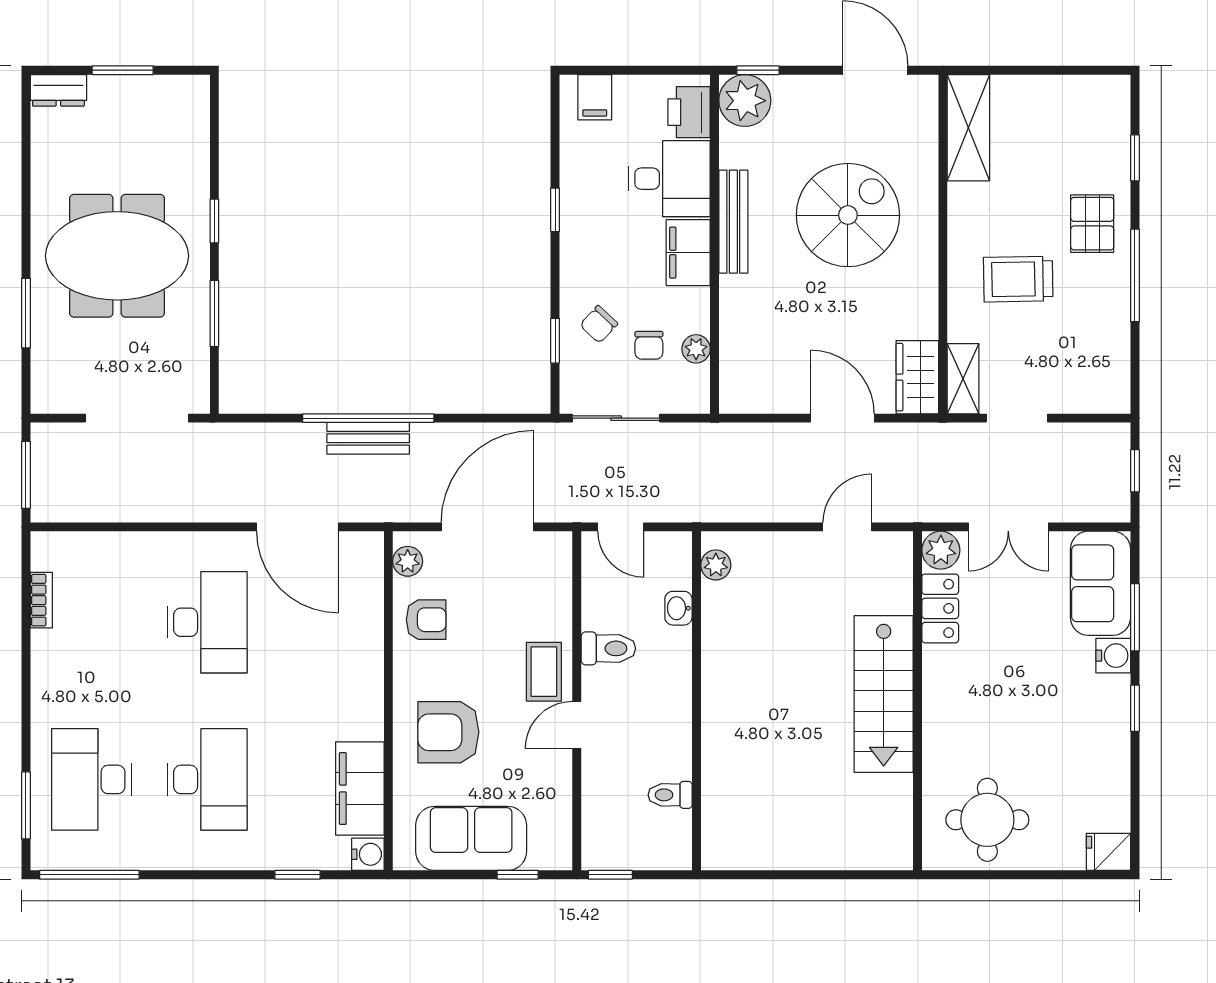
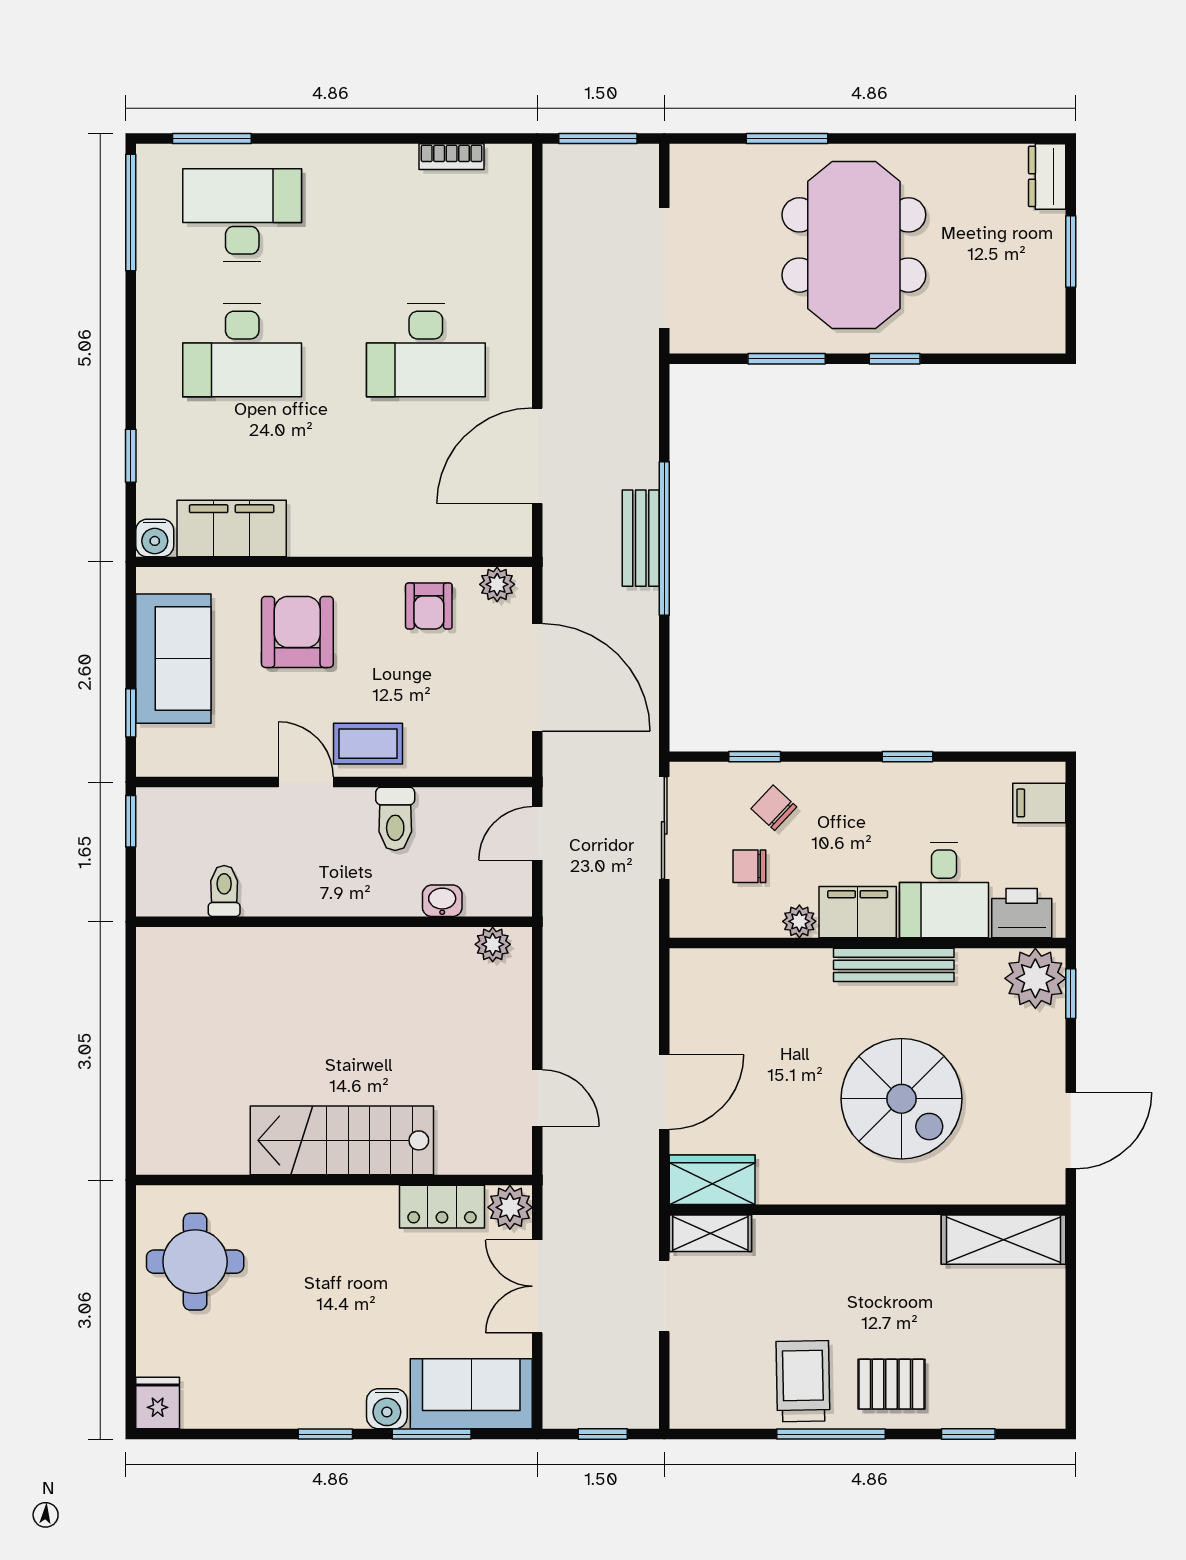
trolley: (1018, 279) -> (803, 1381), moved
plant: (696, 349) -> (799, 921), moved

